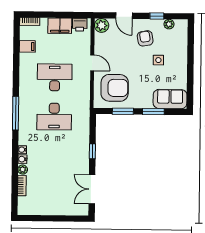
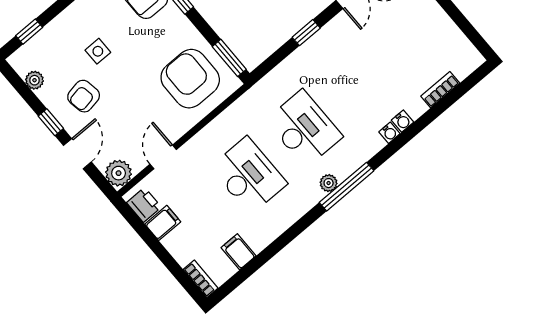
window: (157, 16) -> (51, 122), moved
filing cabinet: (60, 26) -> (163, 223), width x0.50
window: (191, 39) -> (29, 32), added
door: (92, 63) -> (163, 157), moved
desk: (55, 77) -> (249, 176), turned 180
window: (123, 111) -> (229, 58), moved
plant: (23, 170) -> (329, 183), moved

